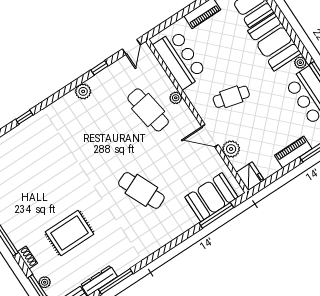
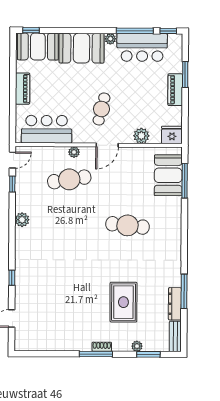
door: (131, 47) -> (12, 160), hinge flipped
window: (99, 68) -> (12, 184), moved
door: (210, 136) -> (107, 145), moved
cafe table: (141, 190) -> (127, 225), turned 30
shoe rack: (27, 257) -> (102, 347), moved
plant: (45, 282) -> (137, 346), moved

